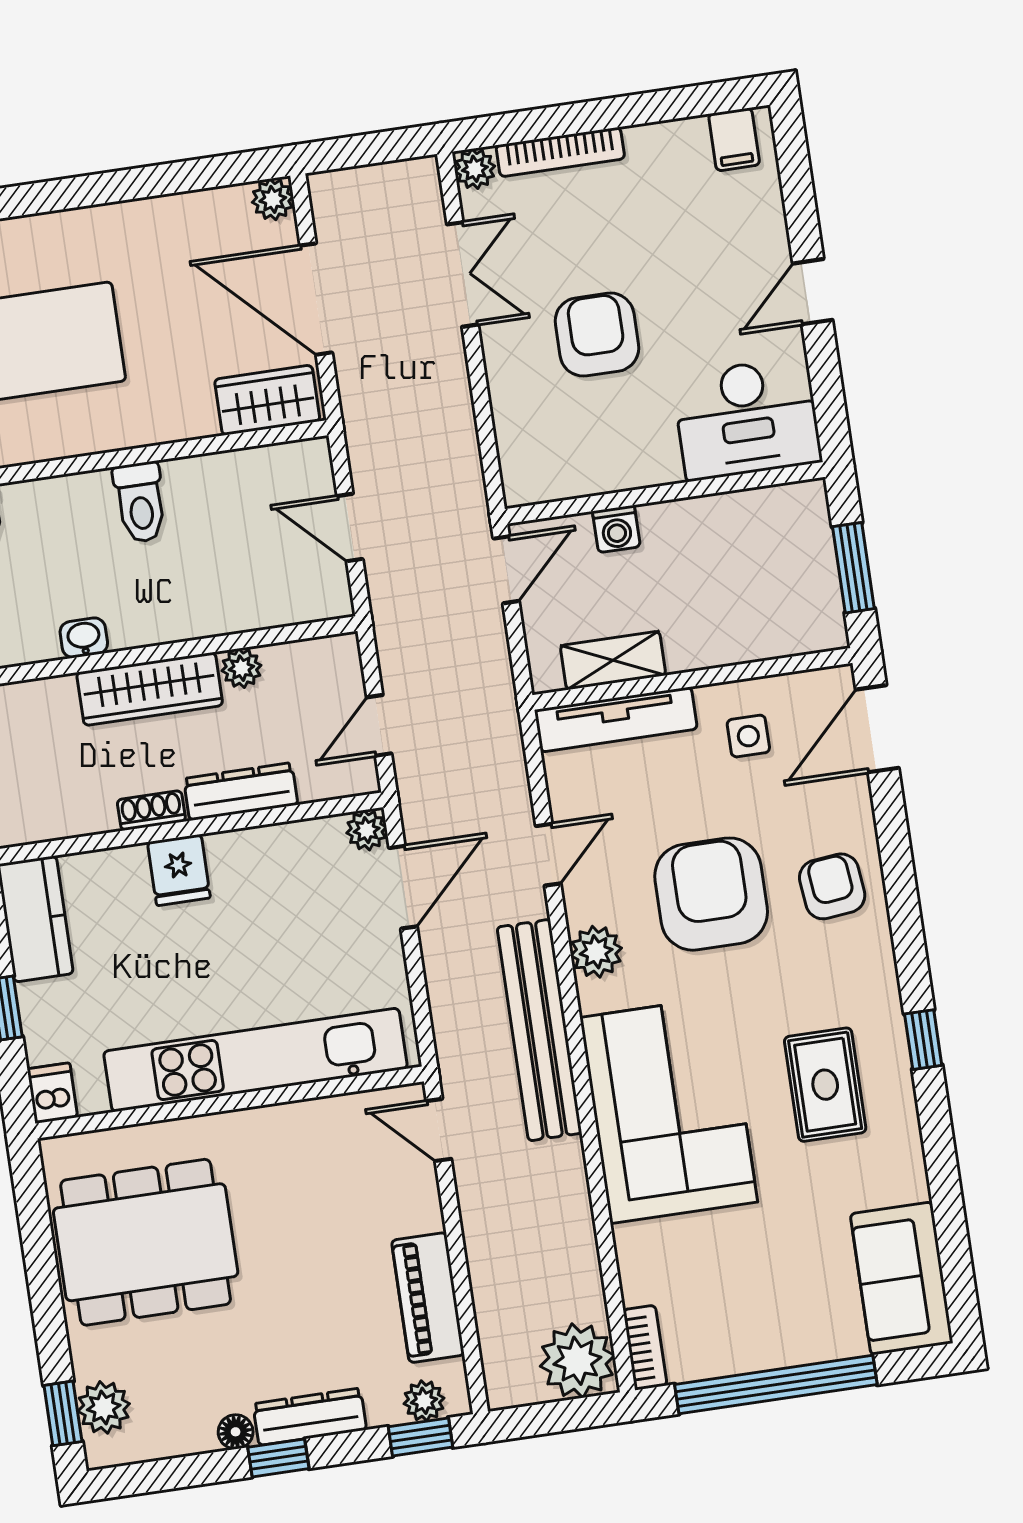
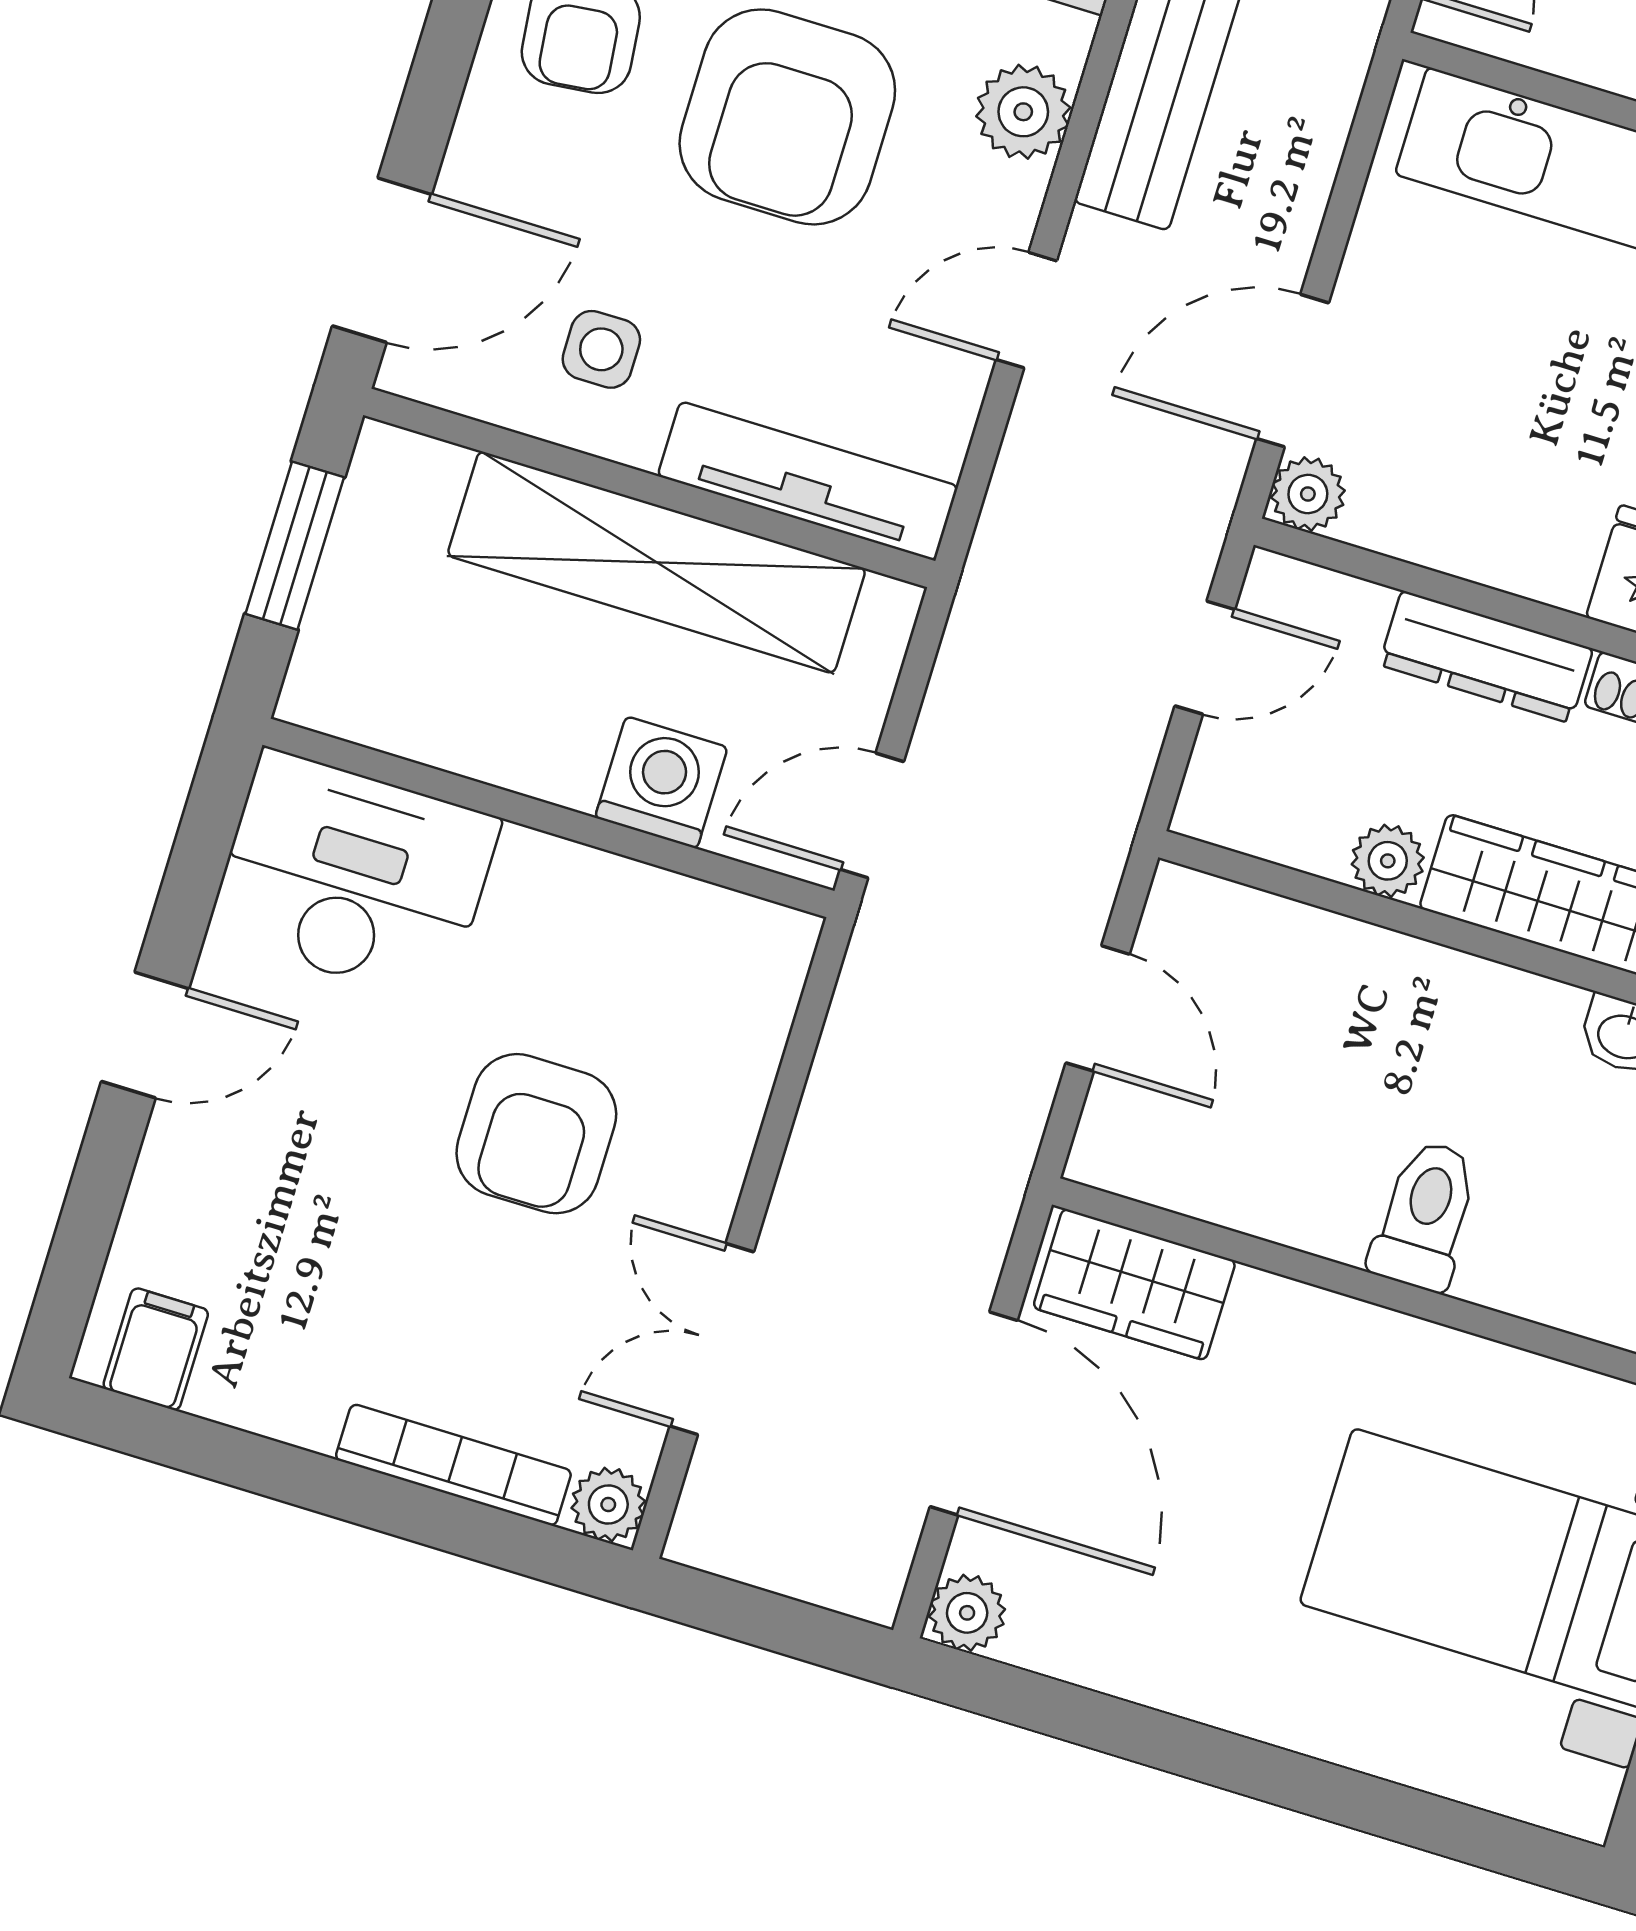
washing machine: (616, 529) -> (661, 782), width x1.38, depth x1.38
shelving: (613, 660) -> (657, 562), width x2.20, depth x1.33

